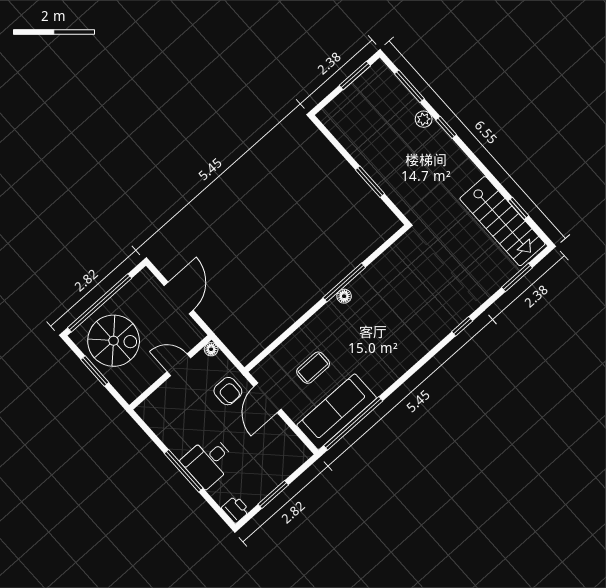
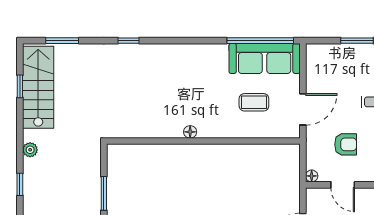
plant: (424, 119) -> (30, 150), moved
window: (344, 282) -> (182, 141), removed
armchair: (228, 391) -> (346, 144), moved, turned 90

